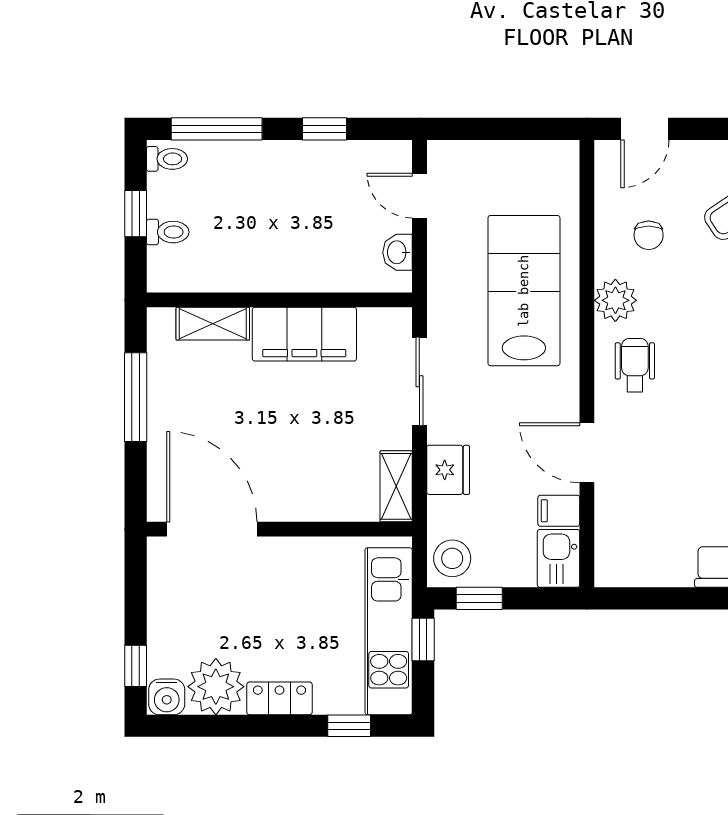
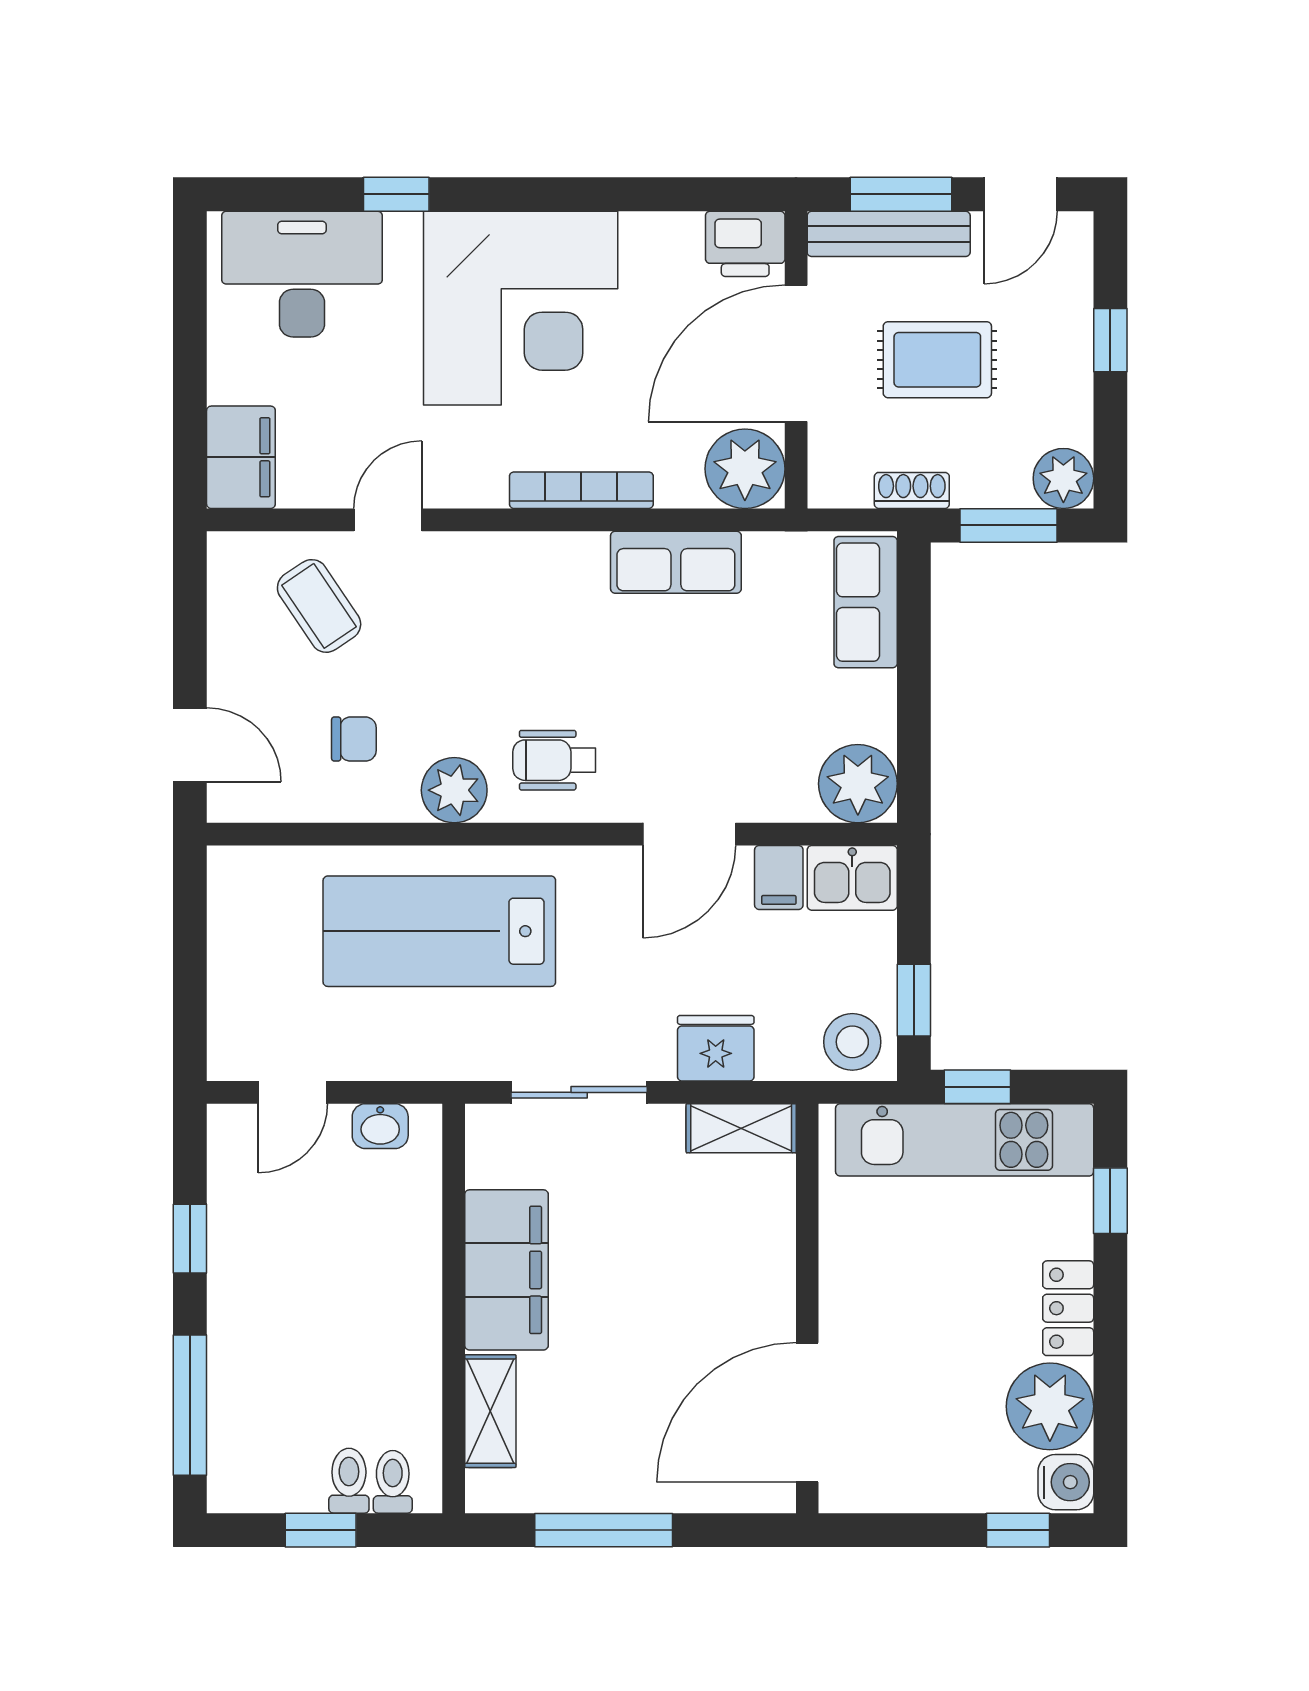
toilet: (167, 159) -> (393, 1482), moved
plant: (620, 562) -> (858, 784), added

